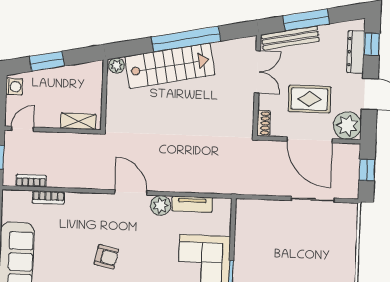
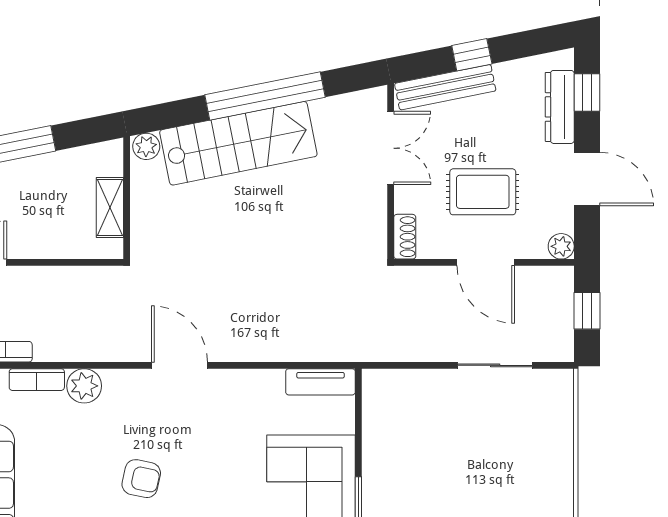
window: (306, 20) -> (472, 55), width x0.46
shelving: (78, 121) -> (110, 208), moved, turned 90
plant: (347, 125) -> (561, 246), width x0.53, depth x0.53
door: (310, 140) -> (486, 262), width x0.73
tv unit: (192, 204) -> (320, 382), moved
plant: (161, 205) -> (84, 386), moved

